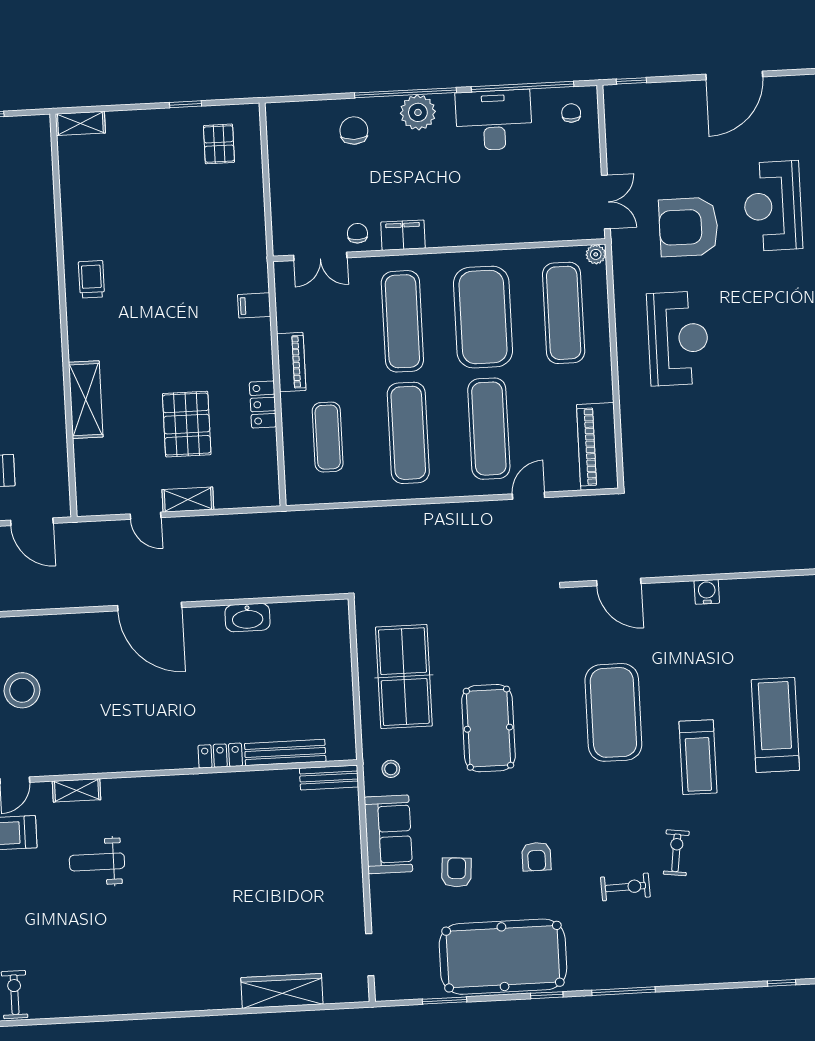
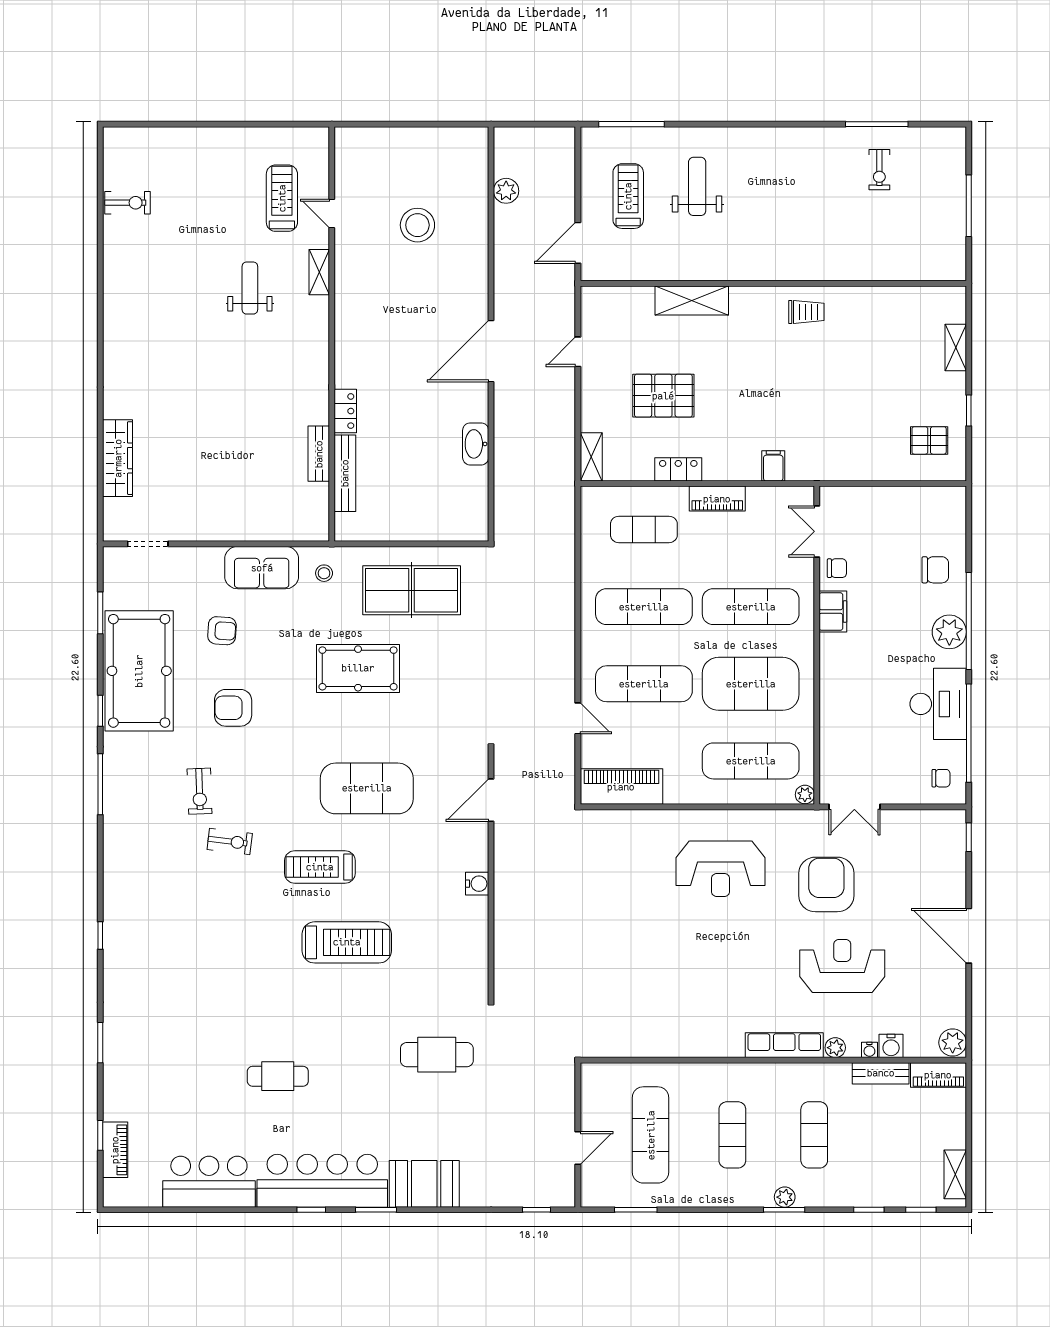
shelving: (80, 123) -> (956, 348), moved
shelving: (188, 500) -> (591, 457), moved
bench: (329, 778) -> (319, 454), moved
armchair: (536, 857) -> (233, 708), width x1.38, depth x1.38

